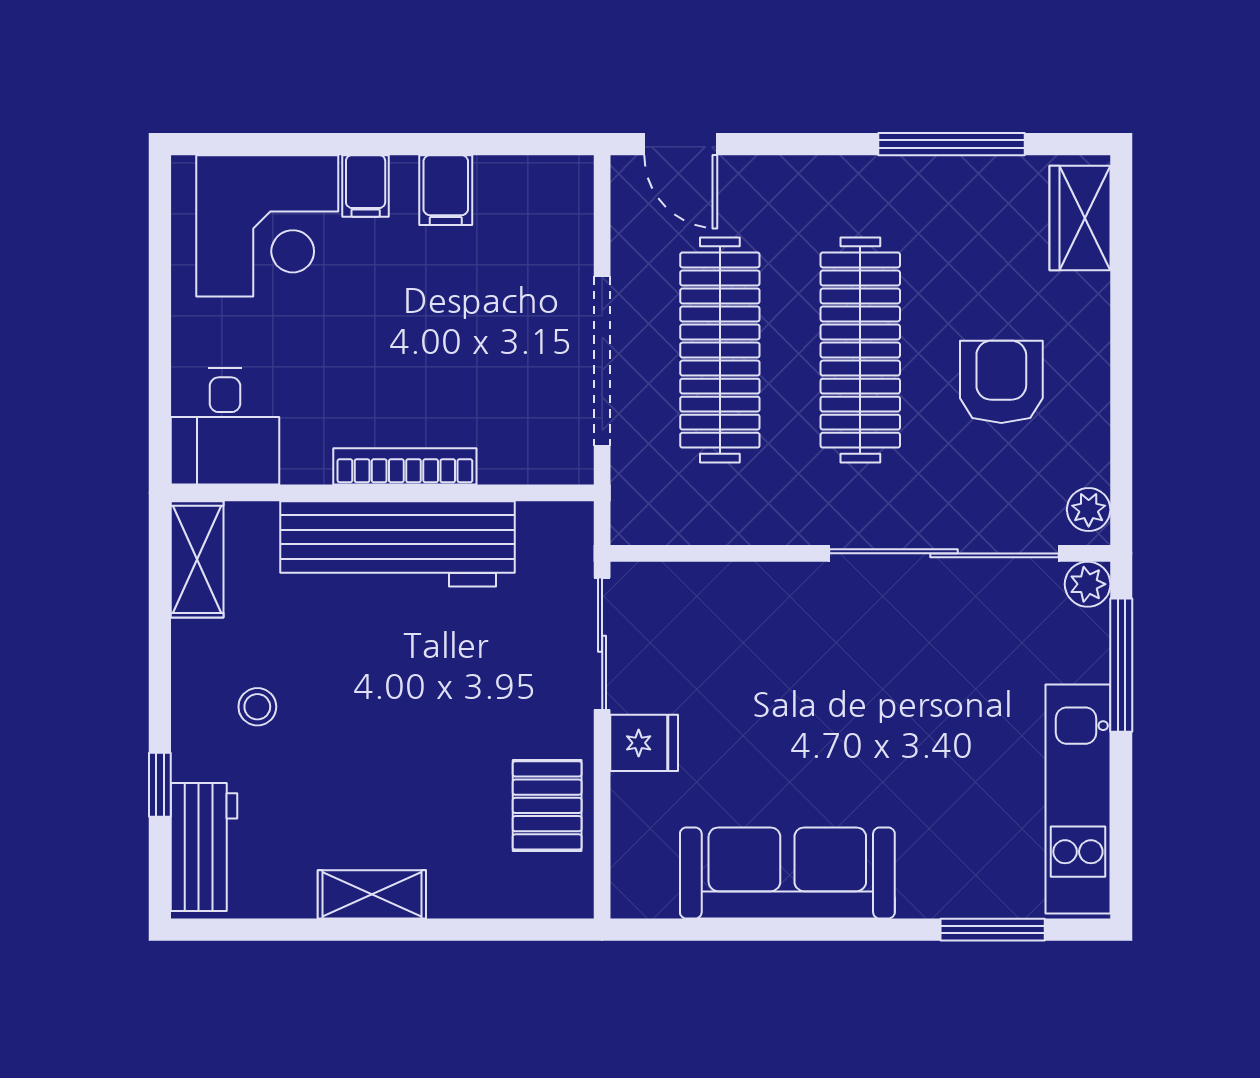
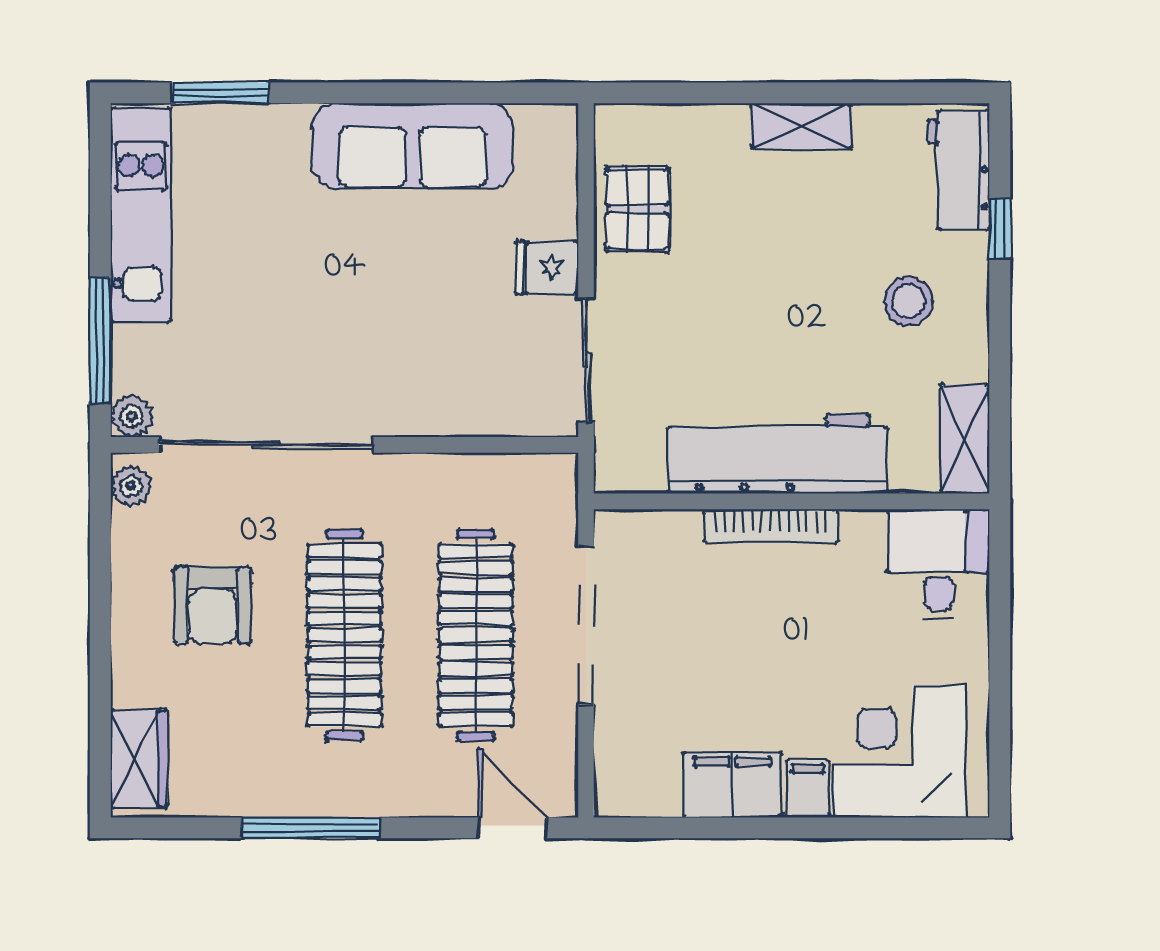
window: (951, 144) -> (310, 828), moved
filing cabinet: (446, 190) -> (732, 785), width x2.00
stool: (257, 707) -> (909, 301), width x1.37, depth x1.37

